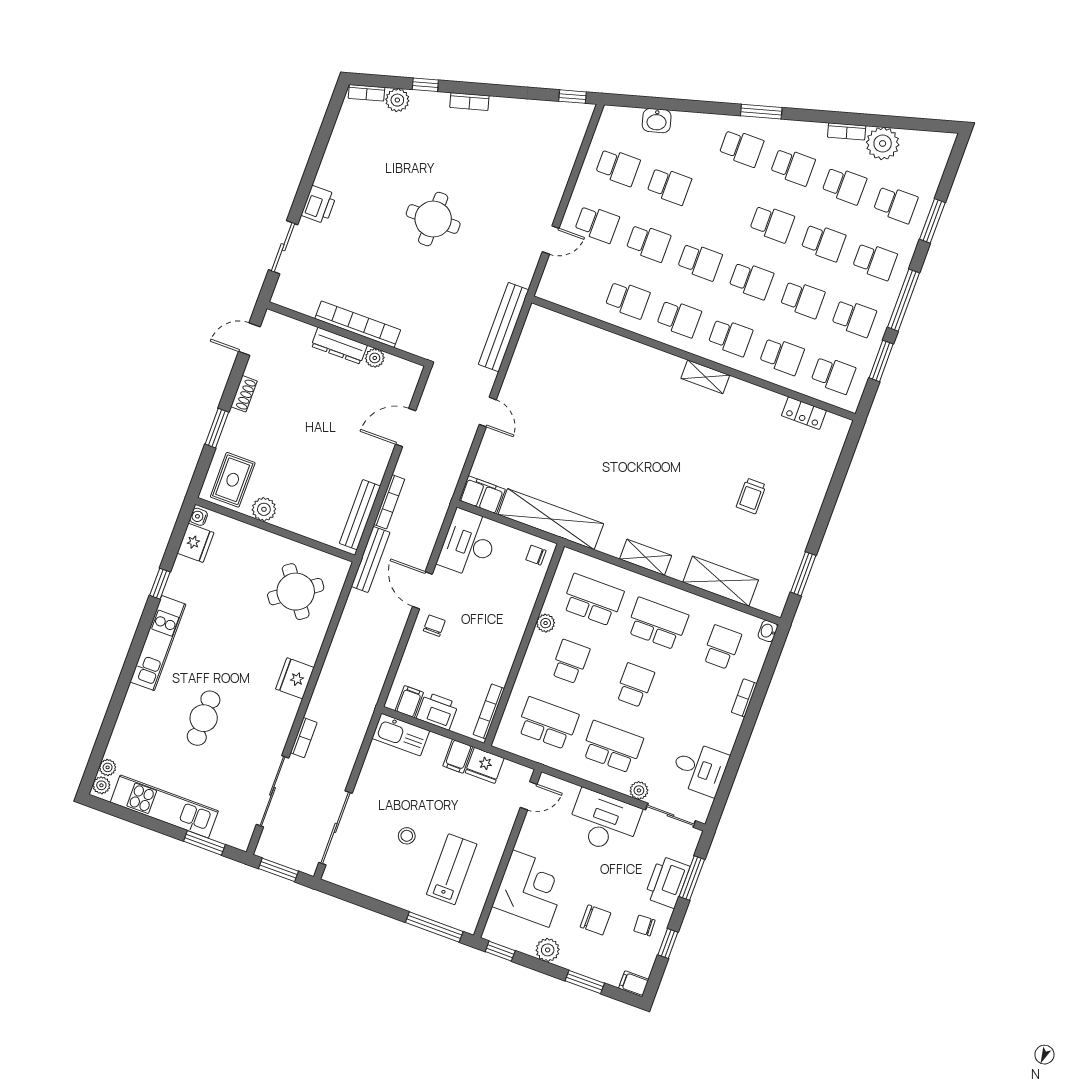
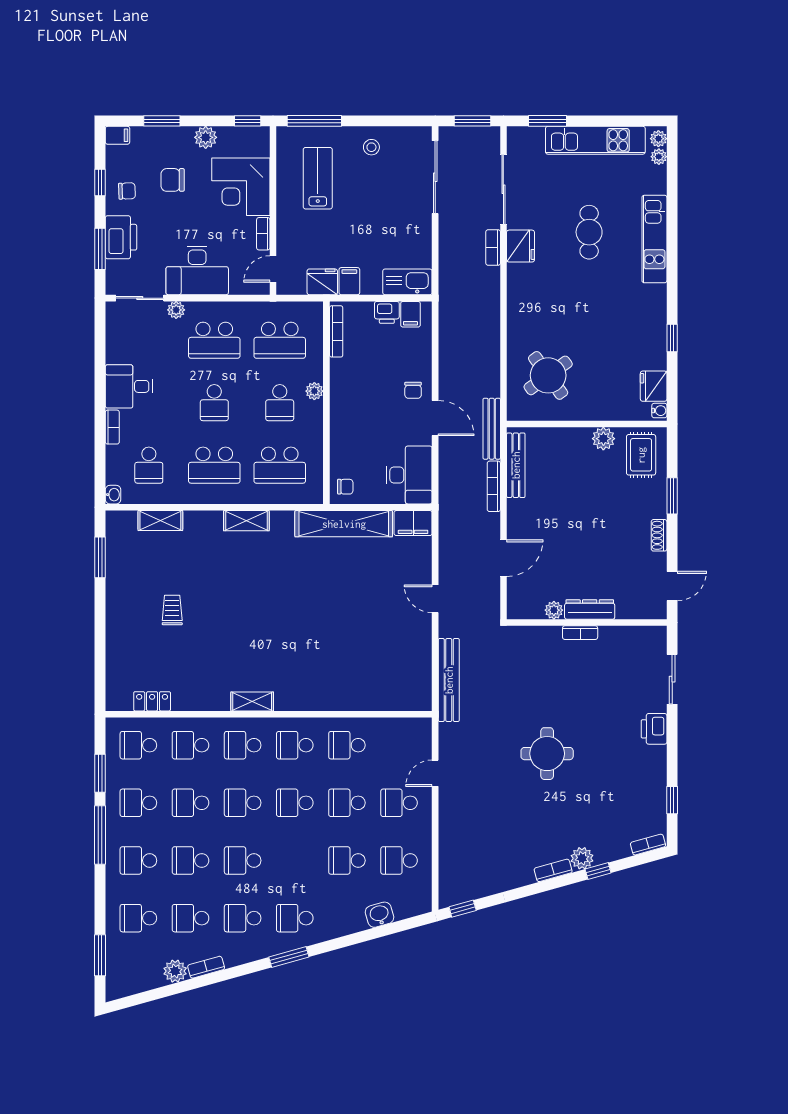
plant: (397, 100) -> (582, 858), moved
window: (327, 128) -> (672, 800), added
plant: (883, 143) -> (175, 971), width x0.73, depth x0.73
window: (932, 221) -> (100, 955), moved
bookcase: (358, 324) -> (580, 633), width x0.43, depth x0.76
shelving: (721, 581) -> (160, 520), width x0.67, depth x0.75
plant: (546, 623) -> (314, 391), moved
kitchen unit: (158, 643) -> (654, 239), moved
fridge: (295, 678) -> (521, 246), moved
printer: (437, 711) -> (387, 312), width x0.73, depth x0.81
desk: (700, 769) -> (129, 386), moved
bookcase: (525, 834) -> (263, 234), added
stool: (407, 836) -> (371, 147), moved
lab bench: (452, 869) -> (318, 178), turned 180

